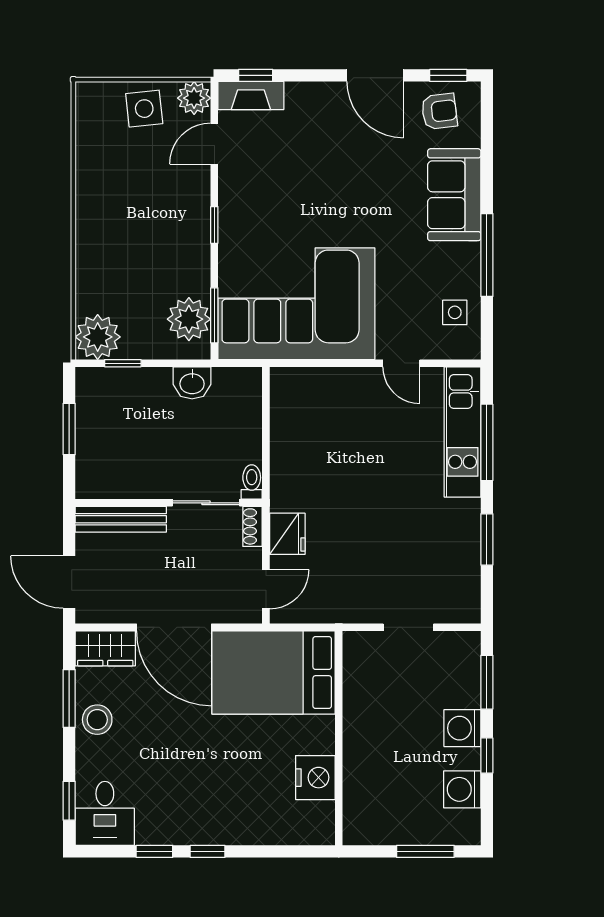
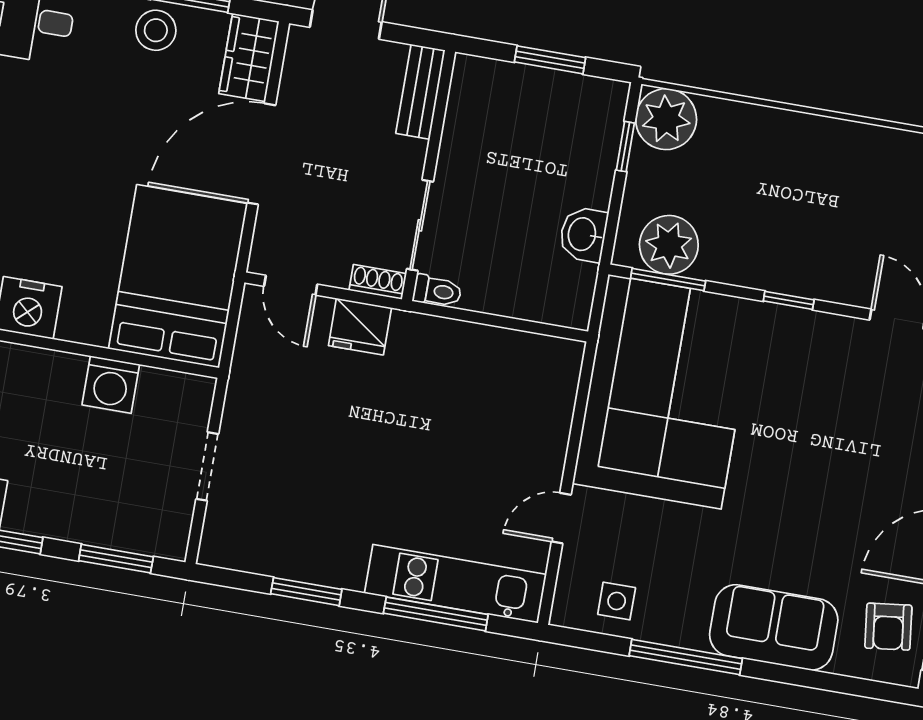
bench: (121, 519) -> (420, 92), width x0.73
washing machine: (462, 728) -> (111, 385), moved, turned 180

